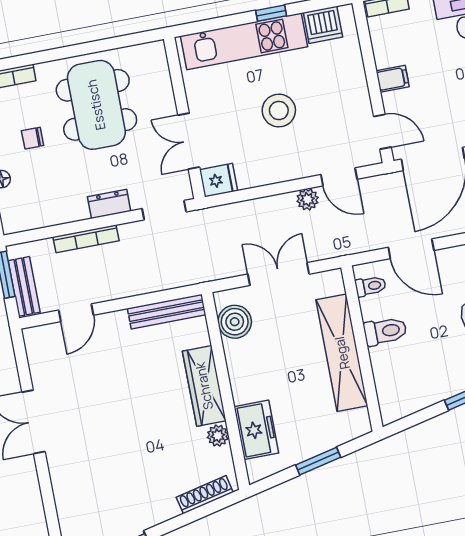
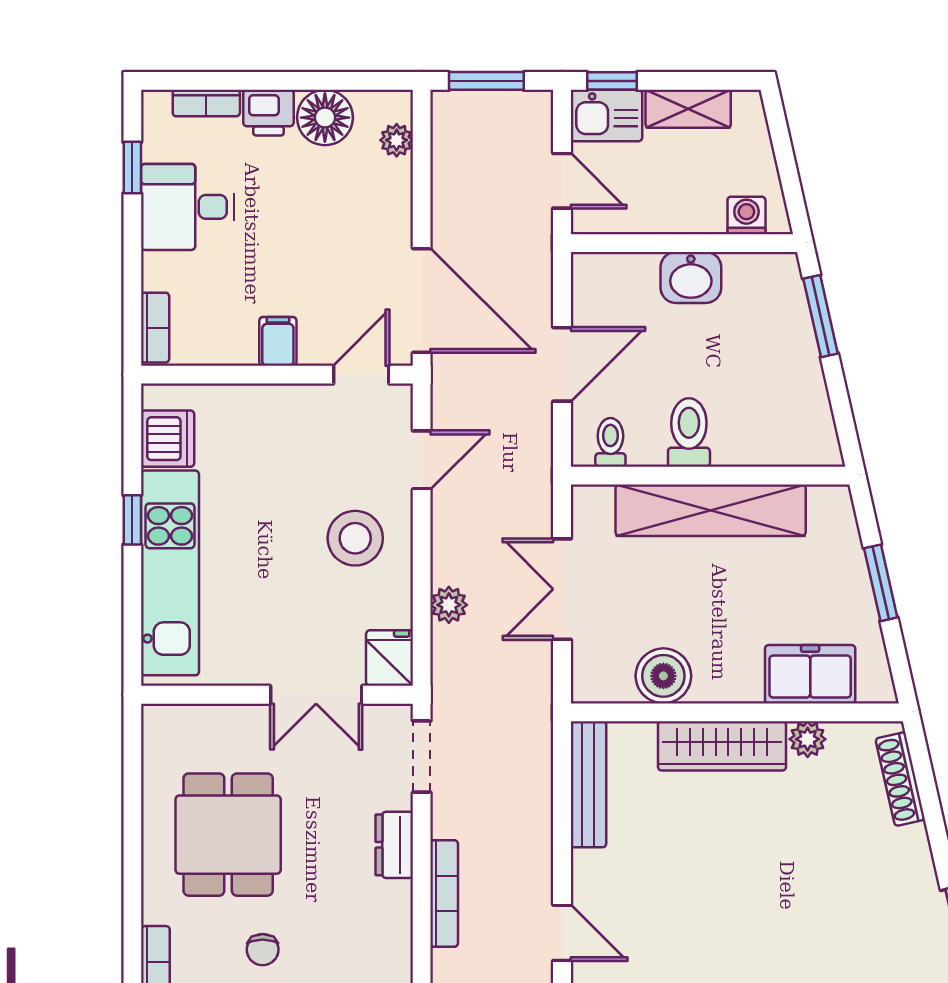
dining table: (96, 105) -> (228, 835), width x0.73
stool: (279, 111) -> (355, 538), moved
plant: (308, 199) -> (449, 605), moved
boiler: (235, 322) -> (663, 676), moved

